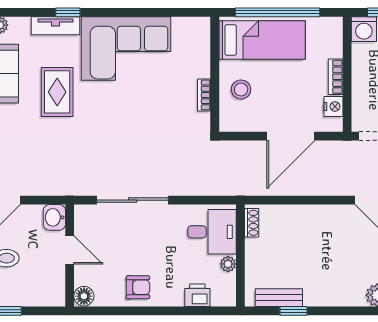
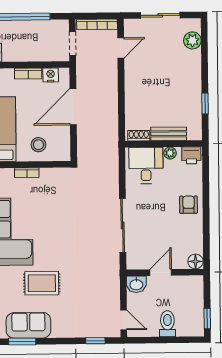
bookcase: (204, 95) -> (27, 173), moved
door: (291, 136) -> (73, 107), swing flipped
armchair: (138, 287) -> (189, 205), moved
printer: (197, 295) -> (191, 155), moved, turned -90
bench: (279, 298) -> (169, 134), moved, turned 90

